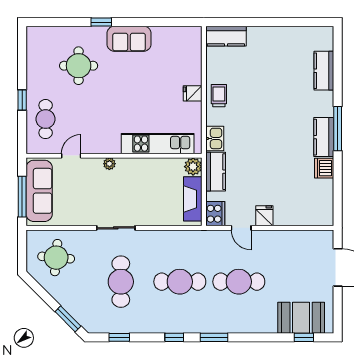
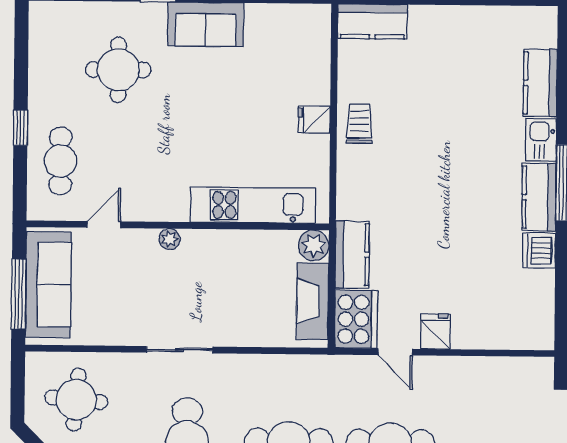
kitchen sink: (215, 138) -> (541, 140), moved, turned 180
cooker: (215, 214) -> (356, 319), width x1.37, depth x1.31

